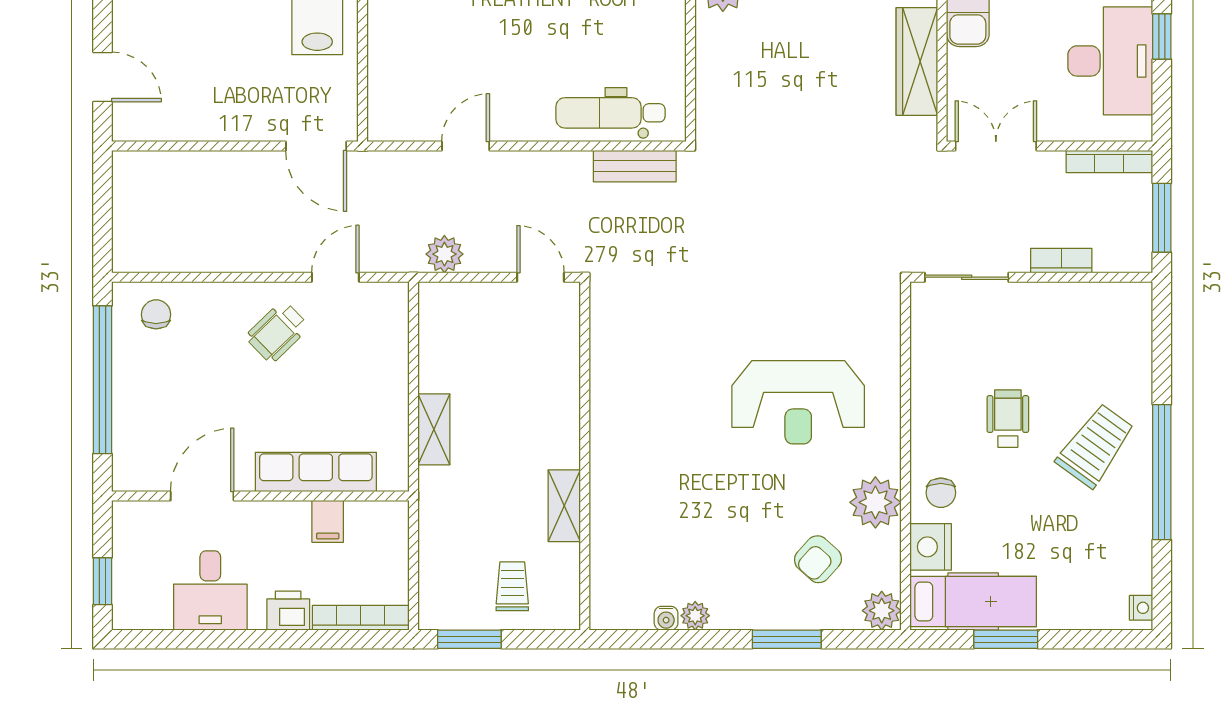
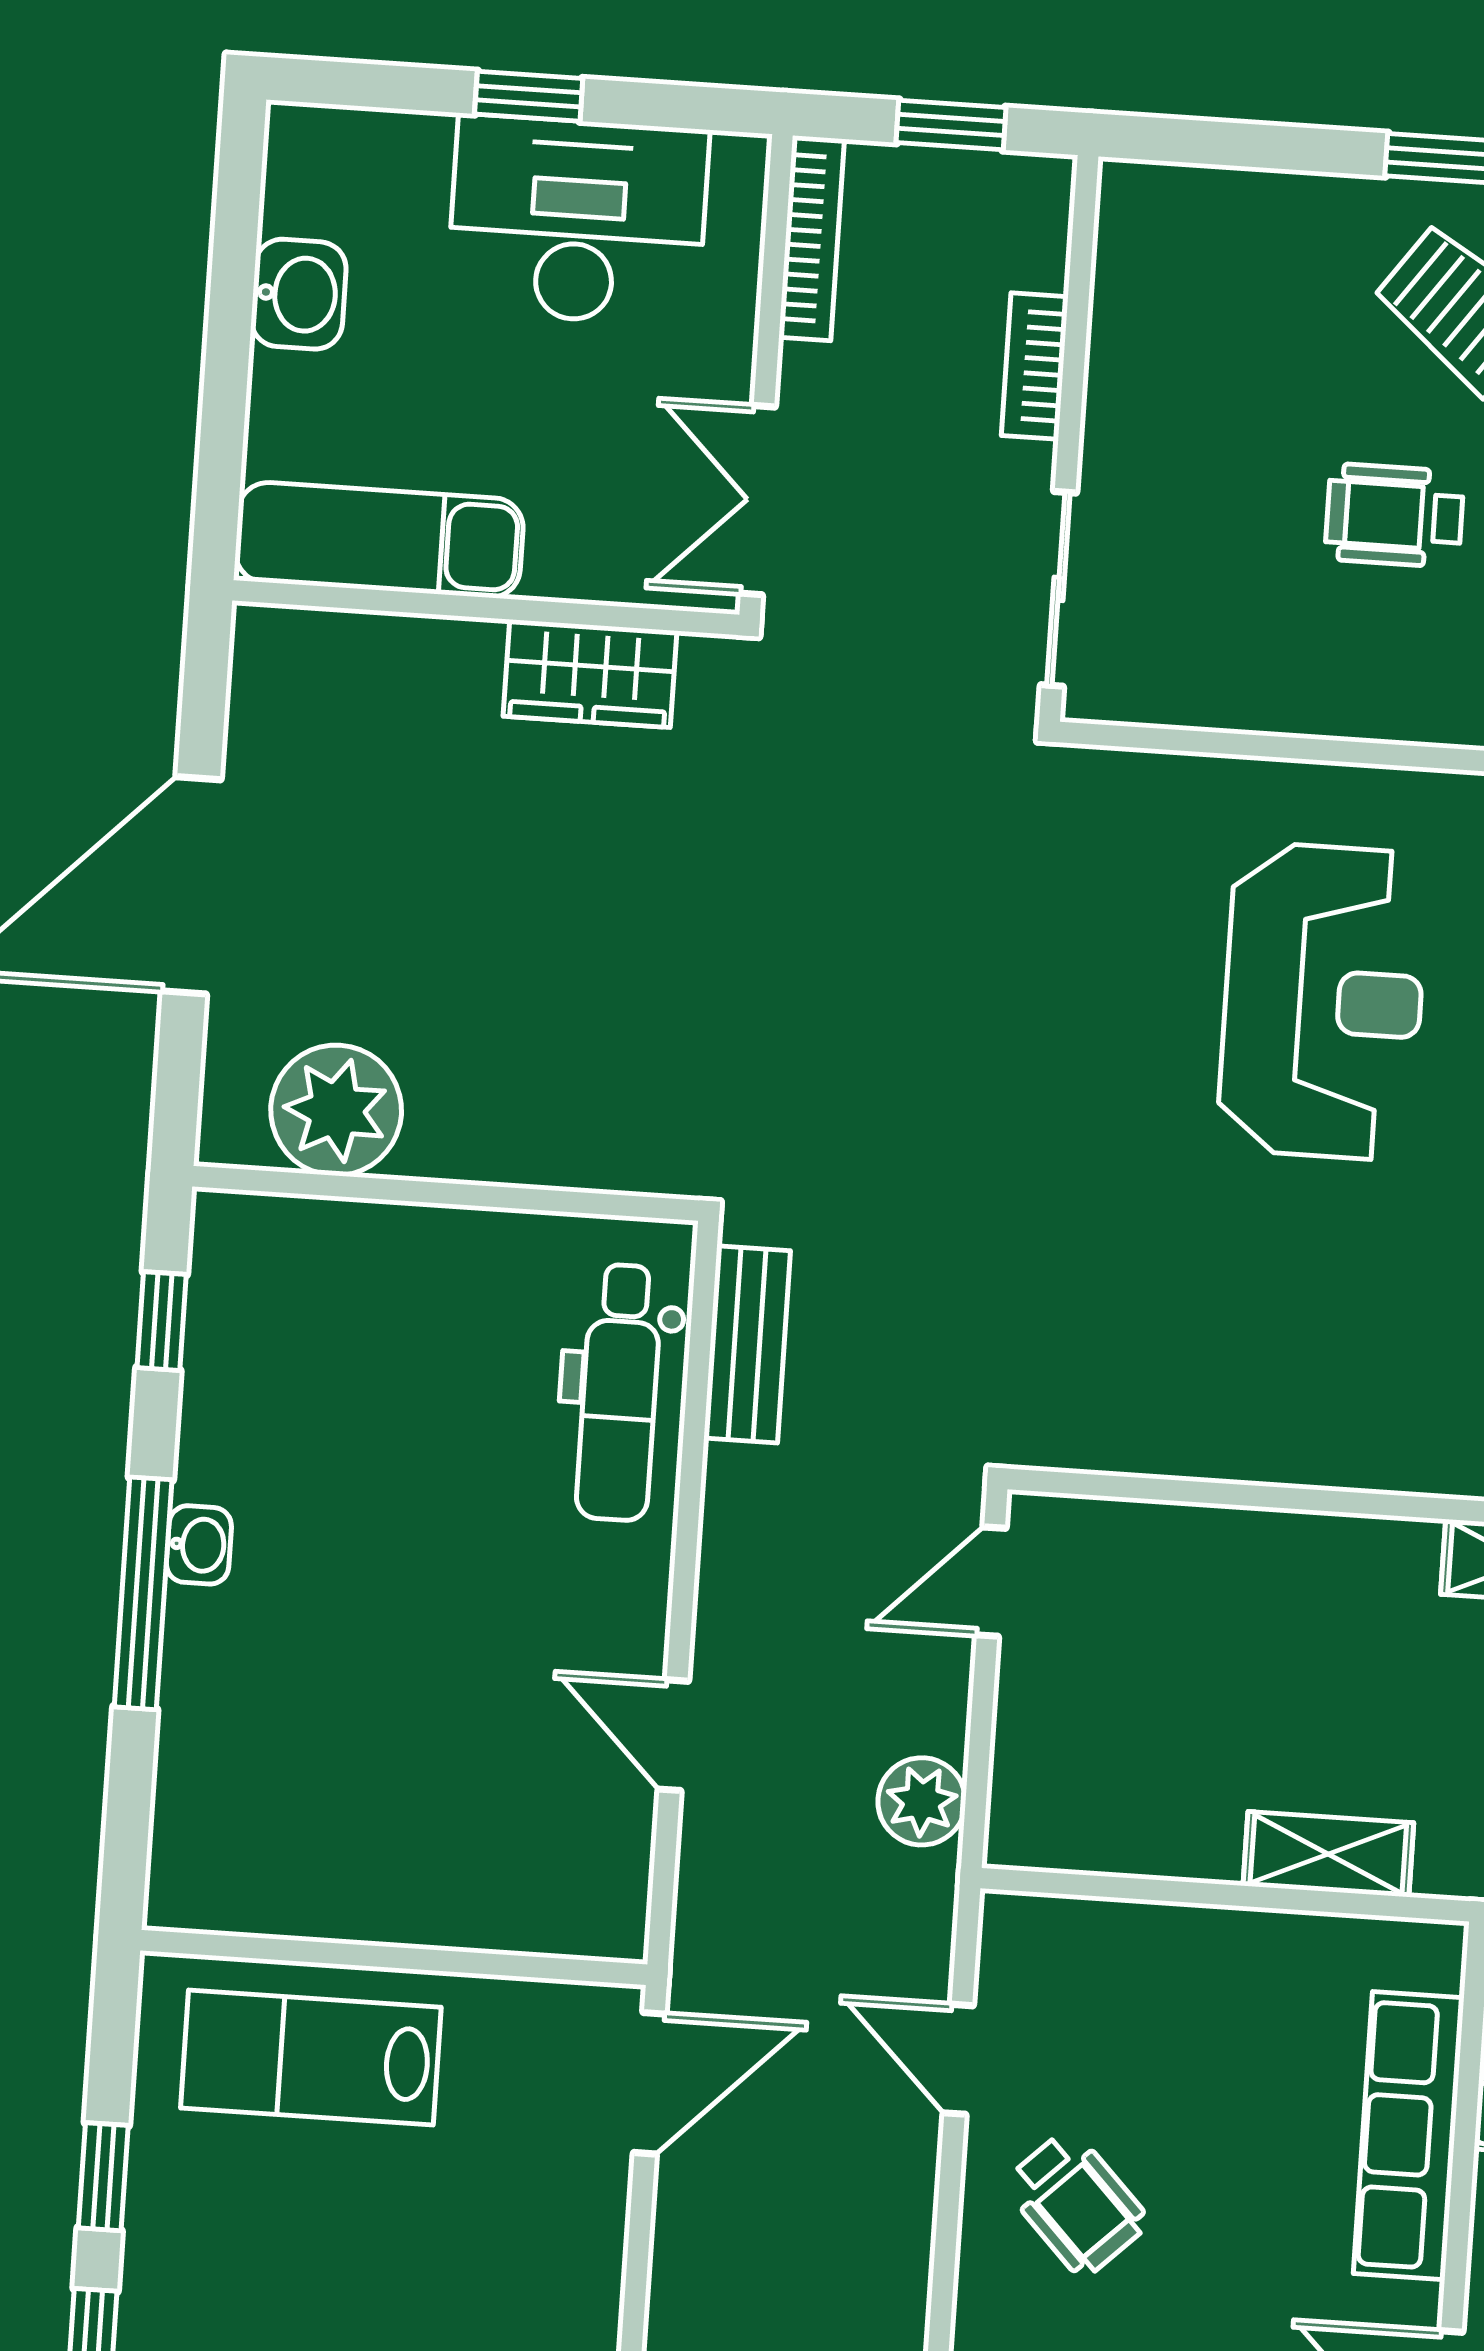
wardrobe: (917, 61) -> (590, 674), width x0.67
window: (1162, 218) -> (951, 125), width x0.67

